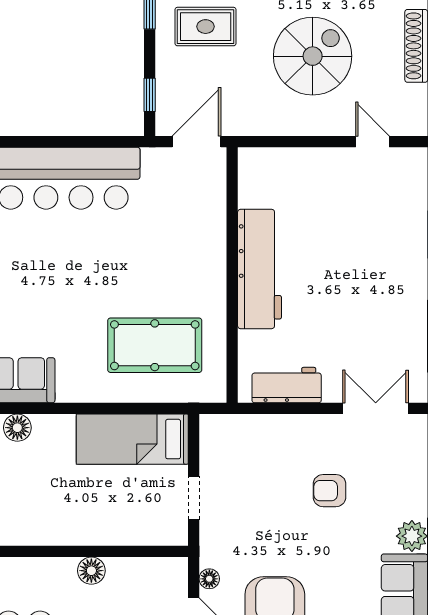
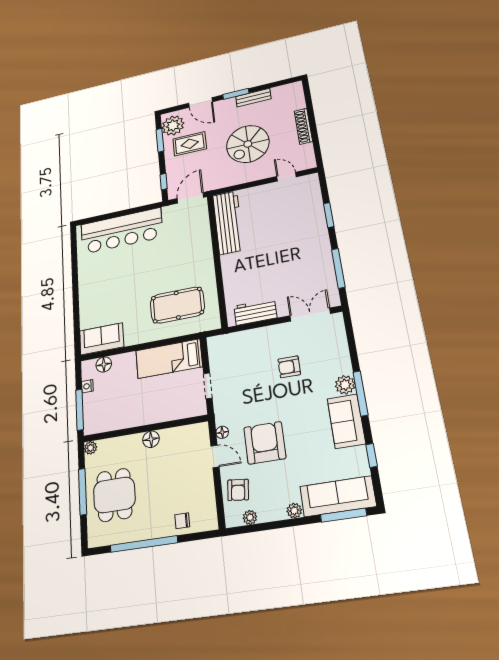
spiral stairs: (313, 56) -> (248, 144), turned 180
workbench: (260, 269) -> (228, 222), moved

